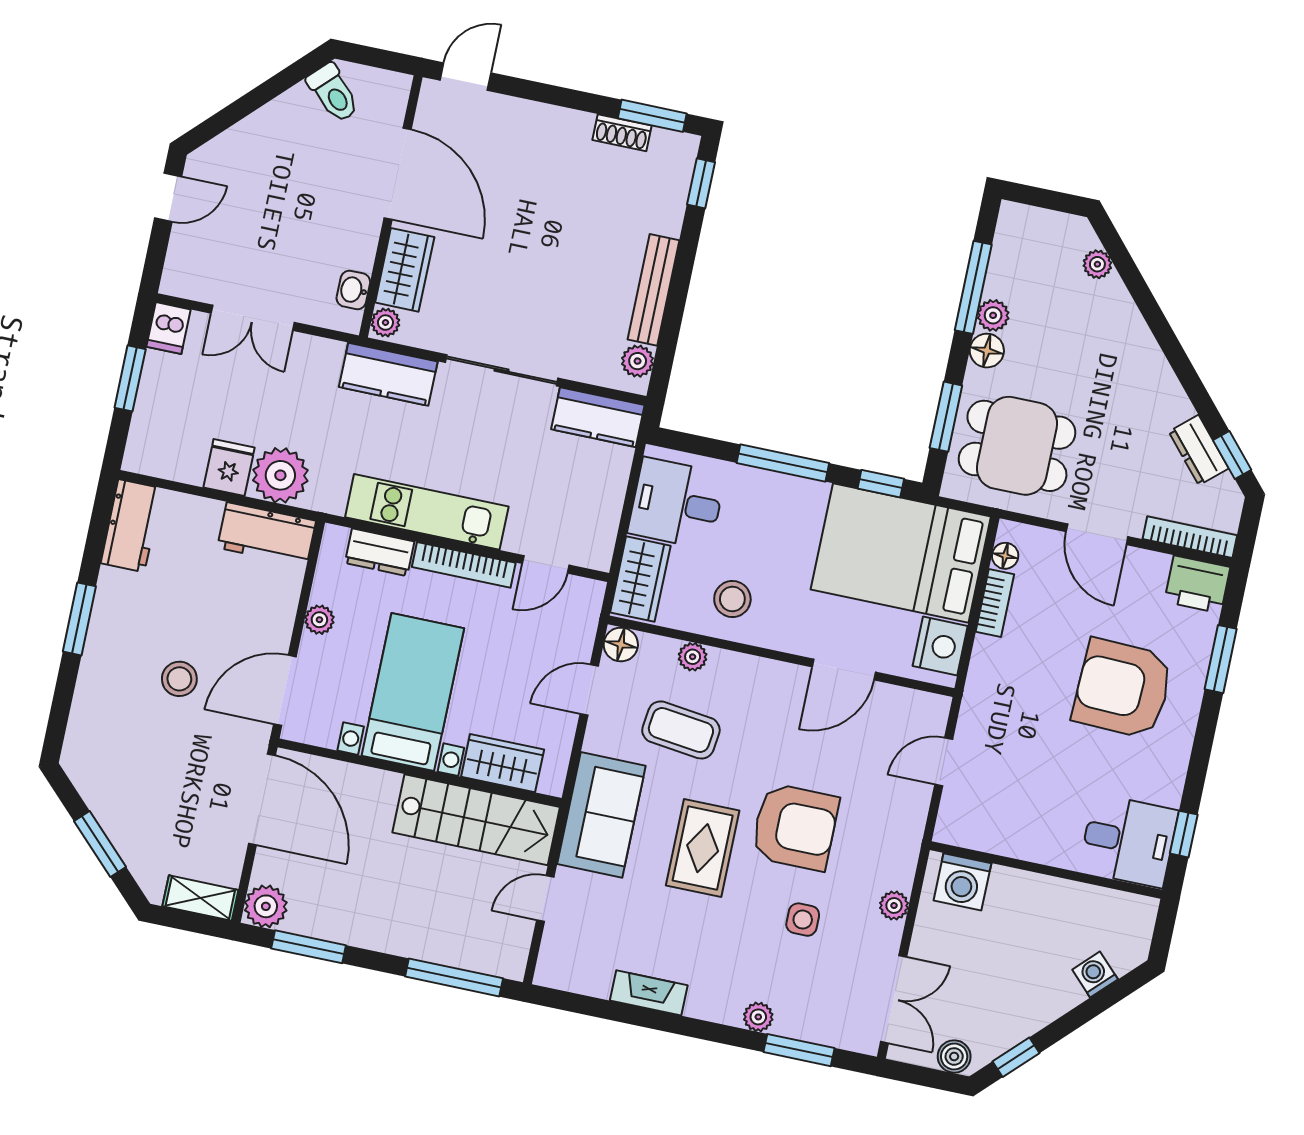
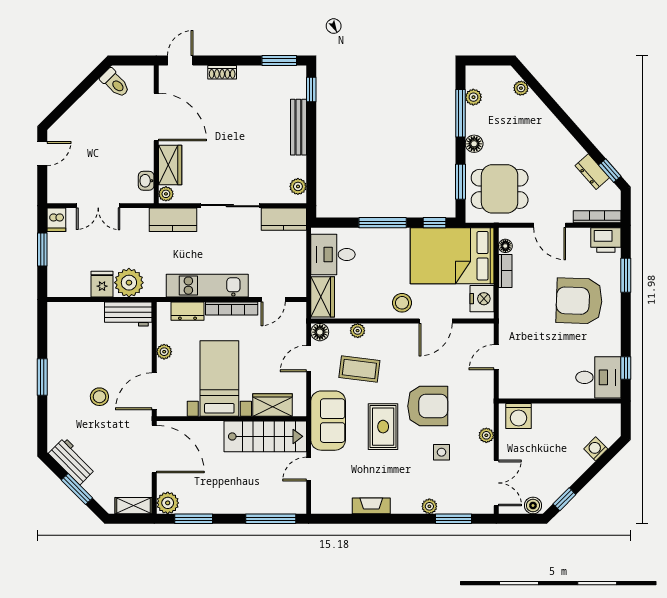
shoe rack: (622, 133) -> (222, 72), moved
bench: (653, 290) -> (298, 127), moved
plant: (993, 315) -> (473, 97), moved
workbench: (131, 526) -> (72, 461), moved, turned -45
stool: (732, 599) -> (402, 303), moved

